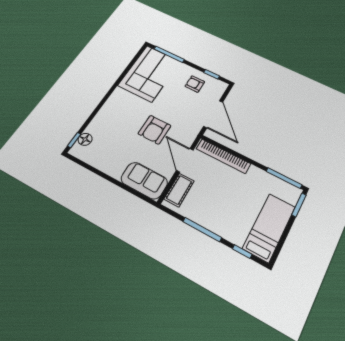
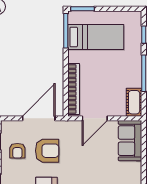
armchair: (154, 130) -> (47, 151), moved
cot: (179, 190) -> (134, 102), moved, turned 90
bed: (269, 227) -> (96, 37), moved, turned 180

